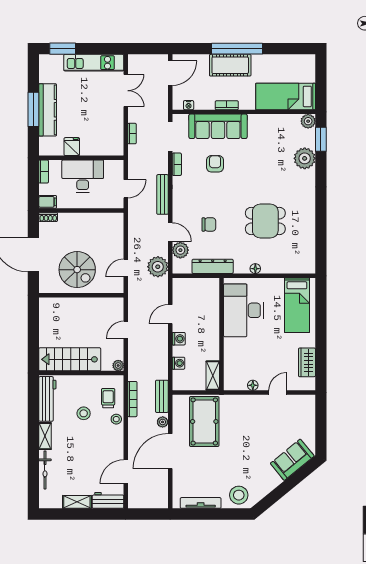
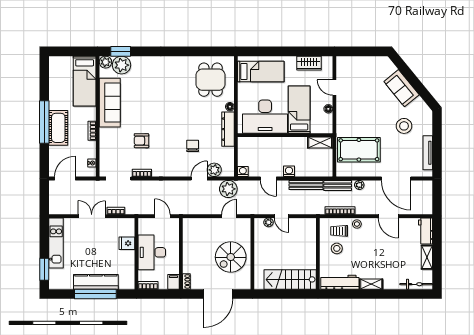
door: (170, 73) -> (65, 179), hinge flipped
double door: (126, 91) -> (92, 216), moved
window: (33, 109) -> (95, 294), width x1.46
sofa: (218, 126) -> (110, 103), moved
fridge: (72, 147) -> (127, 243), moved
plant: (305, 158) -> (122, 65), moved
bench: (162, 194) -> (306, 185), moved
dining table: (265, 221) -> (211, 80), moved
dresser: (213, 266) -> (228, 129), moved
door: (126, 268) -> (229, 216), swing flipped
spiral stairs: (77, 270) -> (231, 257), turned 180
bed: (252, 351) -> (299, 110), added
stairs: (70, 359) -> (290, 279), moved, turned 90
washing machine: (178, 363) -> (243, 172), moved
plant: (118, 365) -> (268, 222), moved
stool: (84, 413) -> (337, 248), moved
door: (170, 451) -> (396, 179), moved
sofa: (292, 460) -> (402, 88), moved
bicycle: (45, 470) -> (416, 284), moved
door: (126, 472) -> (388, 216), moved
stool: (239, 495) -> (404, 126), moved

